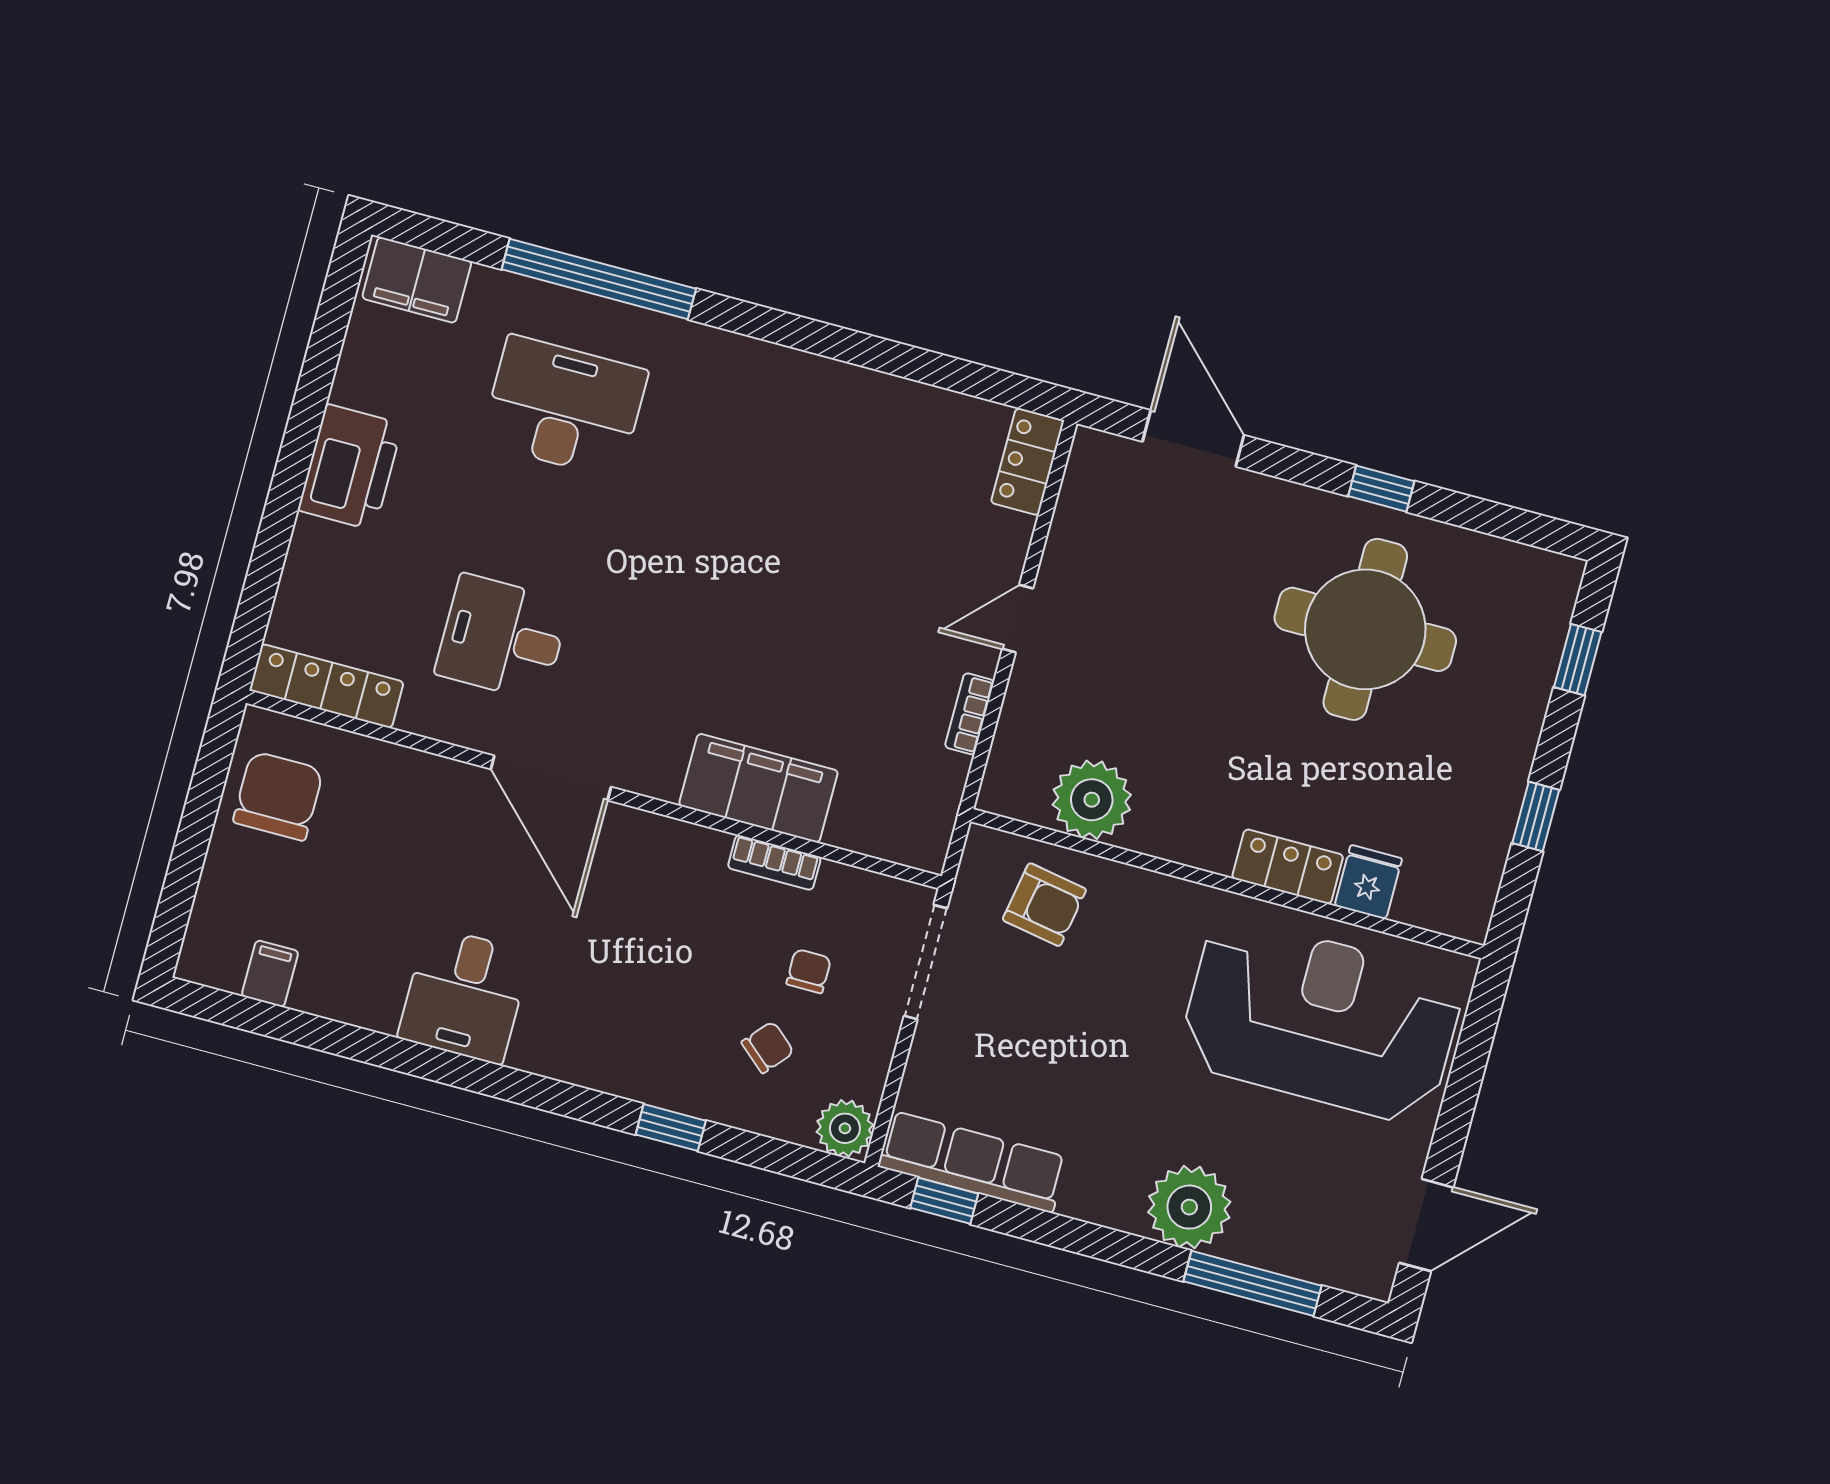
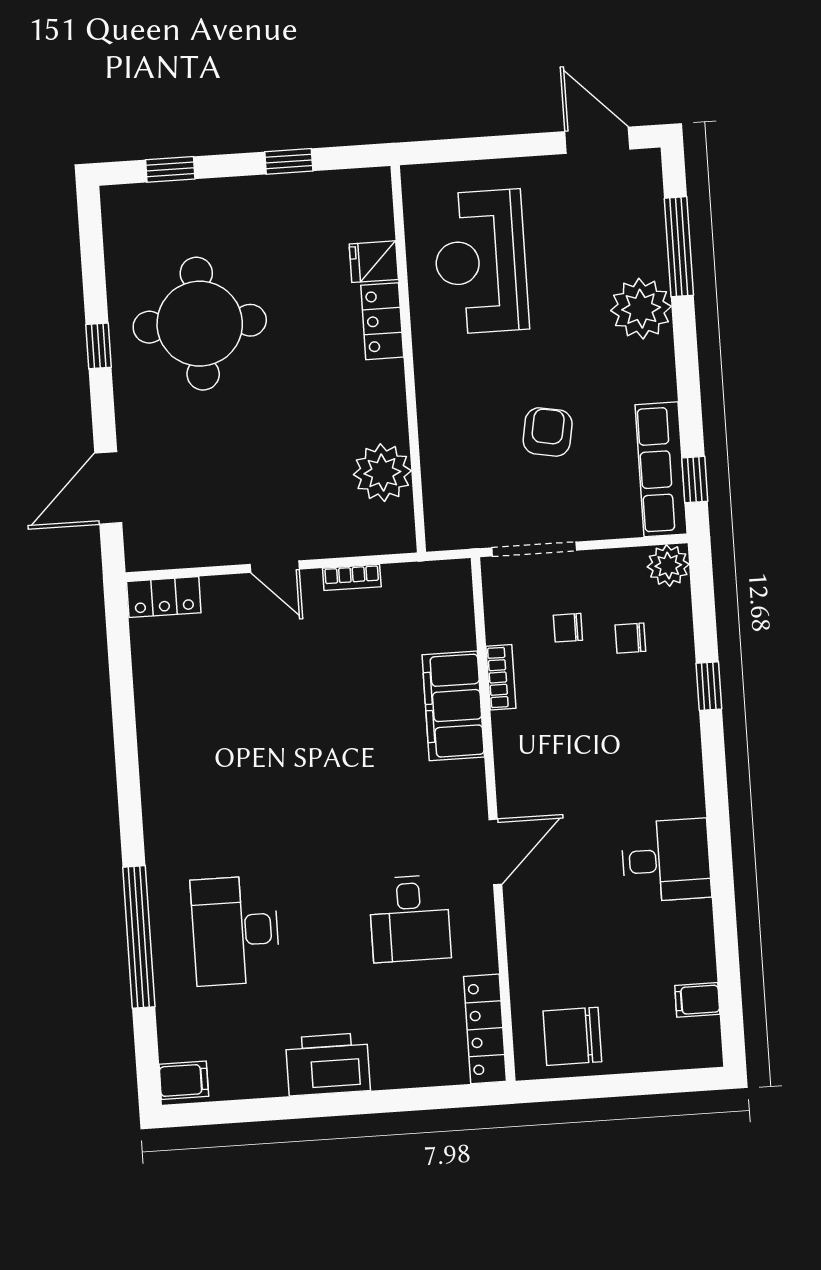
filing cabinet: (417, 280) -> (184, 1080), width x0.50
door: (551, 778) -> (495, 852), width x0.73
armchair: (1044, 905) -> (548, 432), moved
reception desk: (1321, 1020) -> (481, 262), width x0.74, depth x0.77
chair: (768, 1047) -> (630, 638), turned -41

